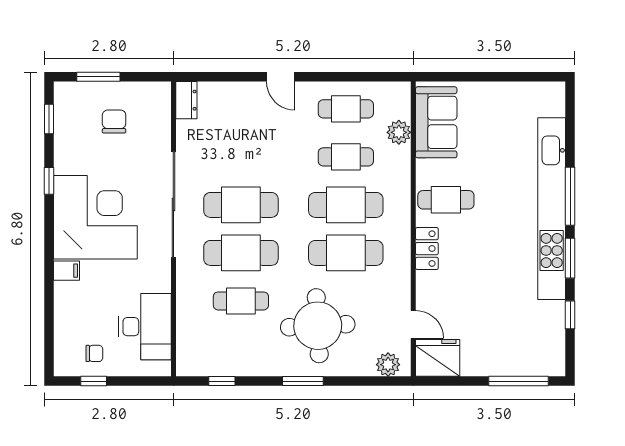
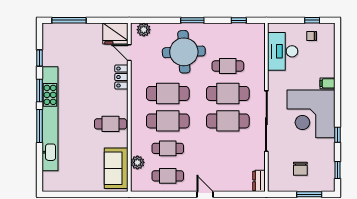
locker: (427, 249) -> (121, 77), moved

